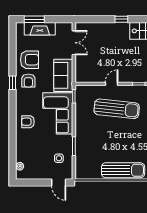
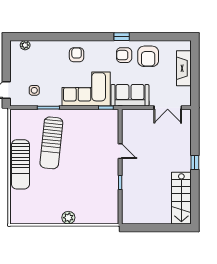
window: (34, 19) -> (195, 62), removed
sun lounger: (117, 109) -> (51, 143), moved

